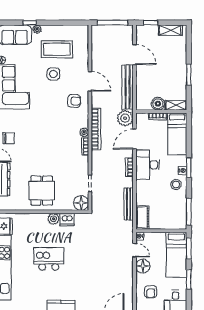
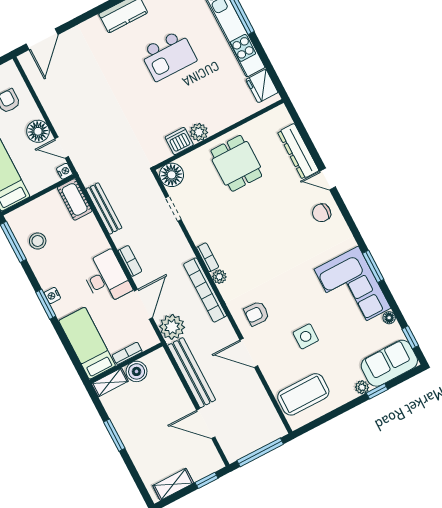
coffee table: (57, 49) -> (303, 394), moved
stool: (176, 185) -> (38, 241), moved
kitchen island: (49, 259) -> (168, 56), moved

